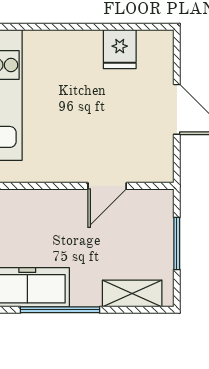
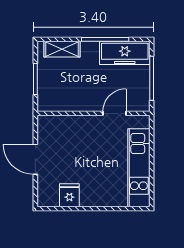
door: (107, 186) -> (114, 113), moved

